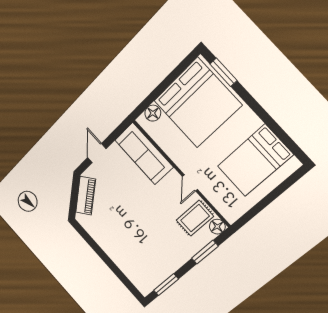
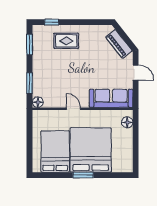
window: (224, 72) -> (83, 175), moved
bed: (197, 103) -> (91, 150), moved, turned 90
rug: (195, 218) -> (66, 41), moved, turned 90
window: (125, 280) -> (52, 22), added

